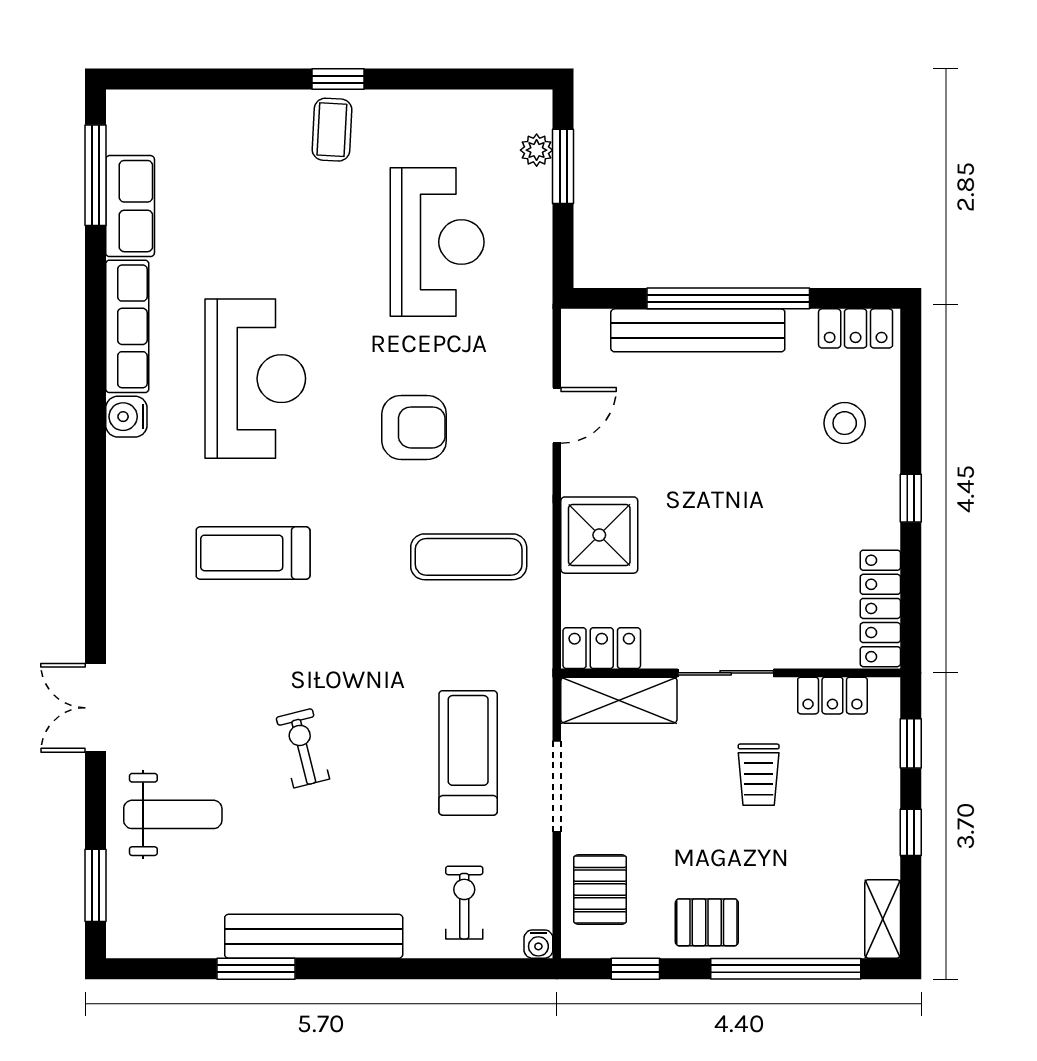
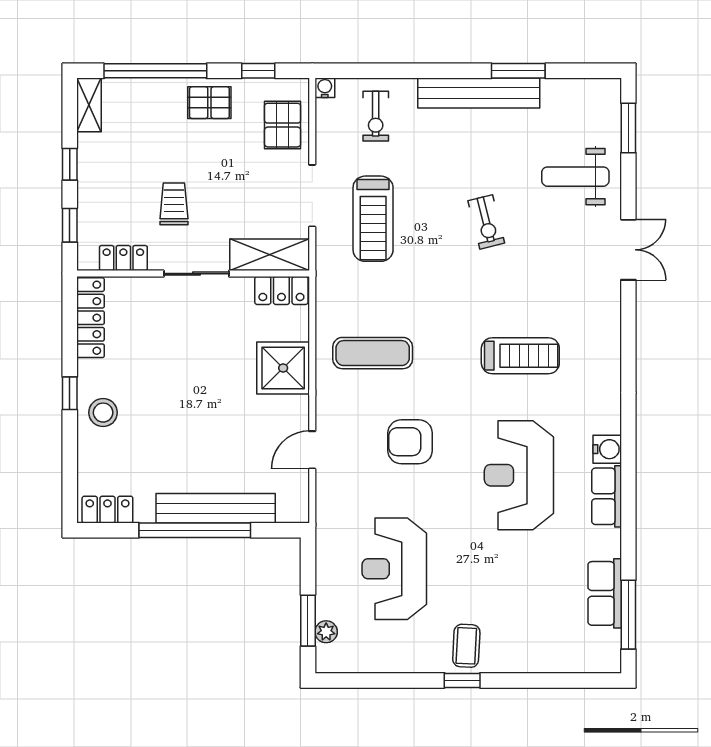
row of seats: (127, 326) -> (607, 496), width x0.68
stool: (845, 423) -> (103, 413), moved

